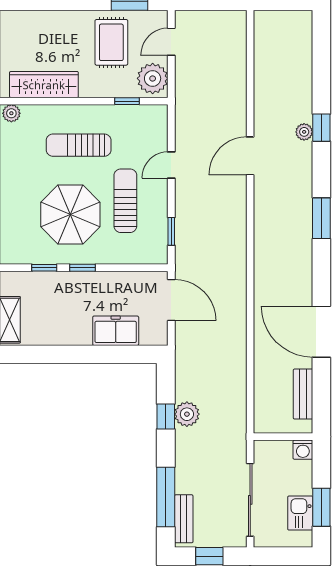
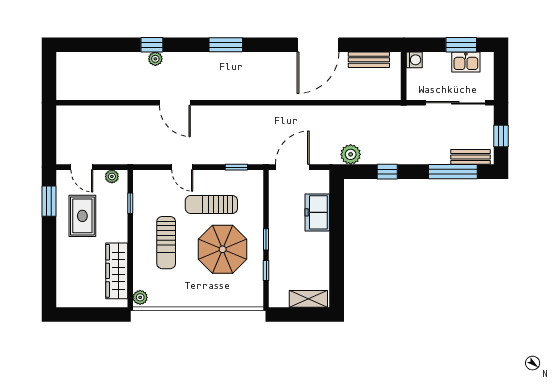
rug: (111, 42) -> (82, 216), turned 90
plant: (153, 78) -> (112, 176), width x0.53, depth x0.53
plant: (187, 414) -> (351, 154), moved

